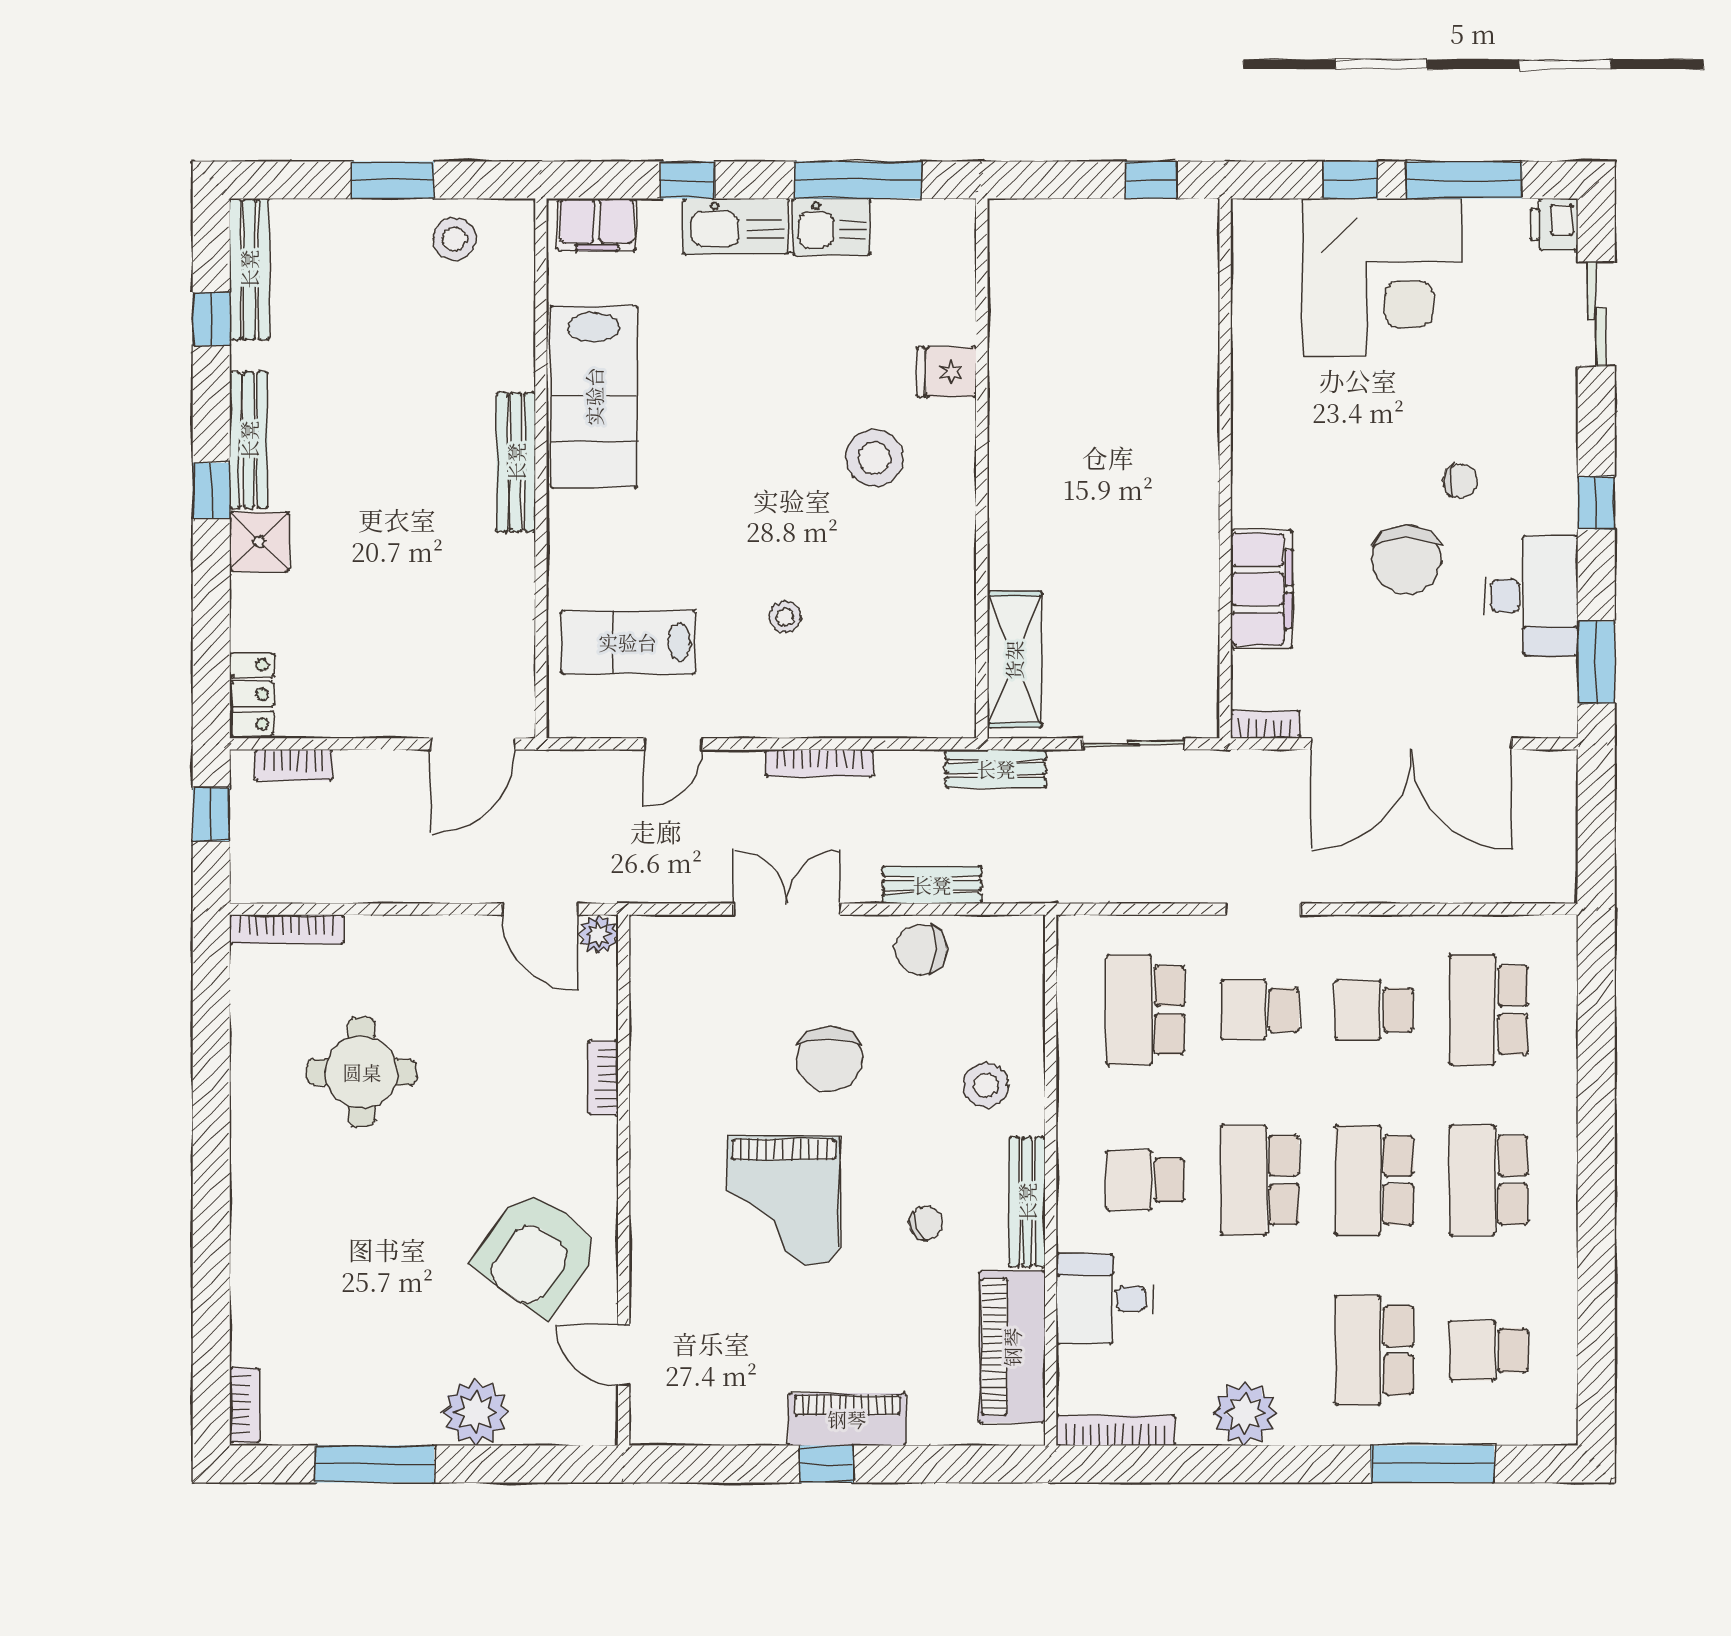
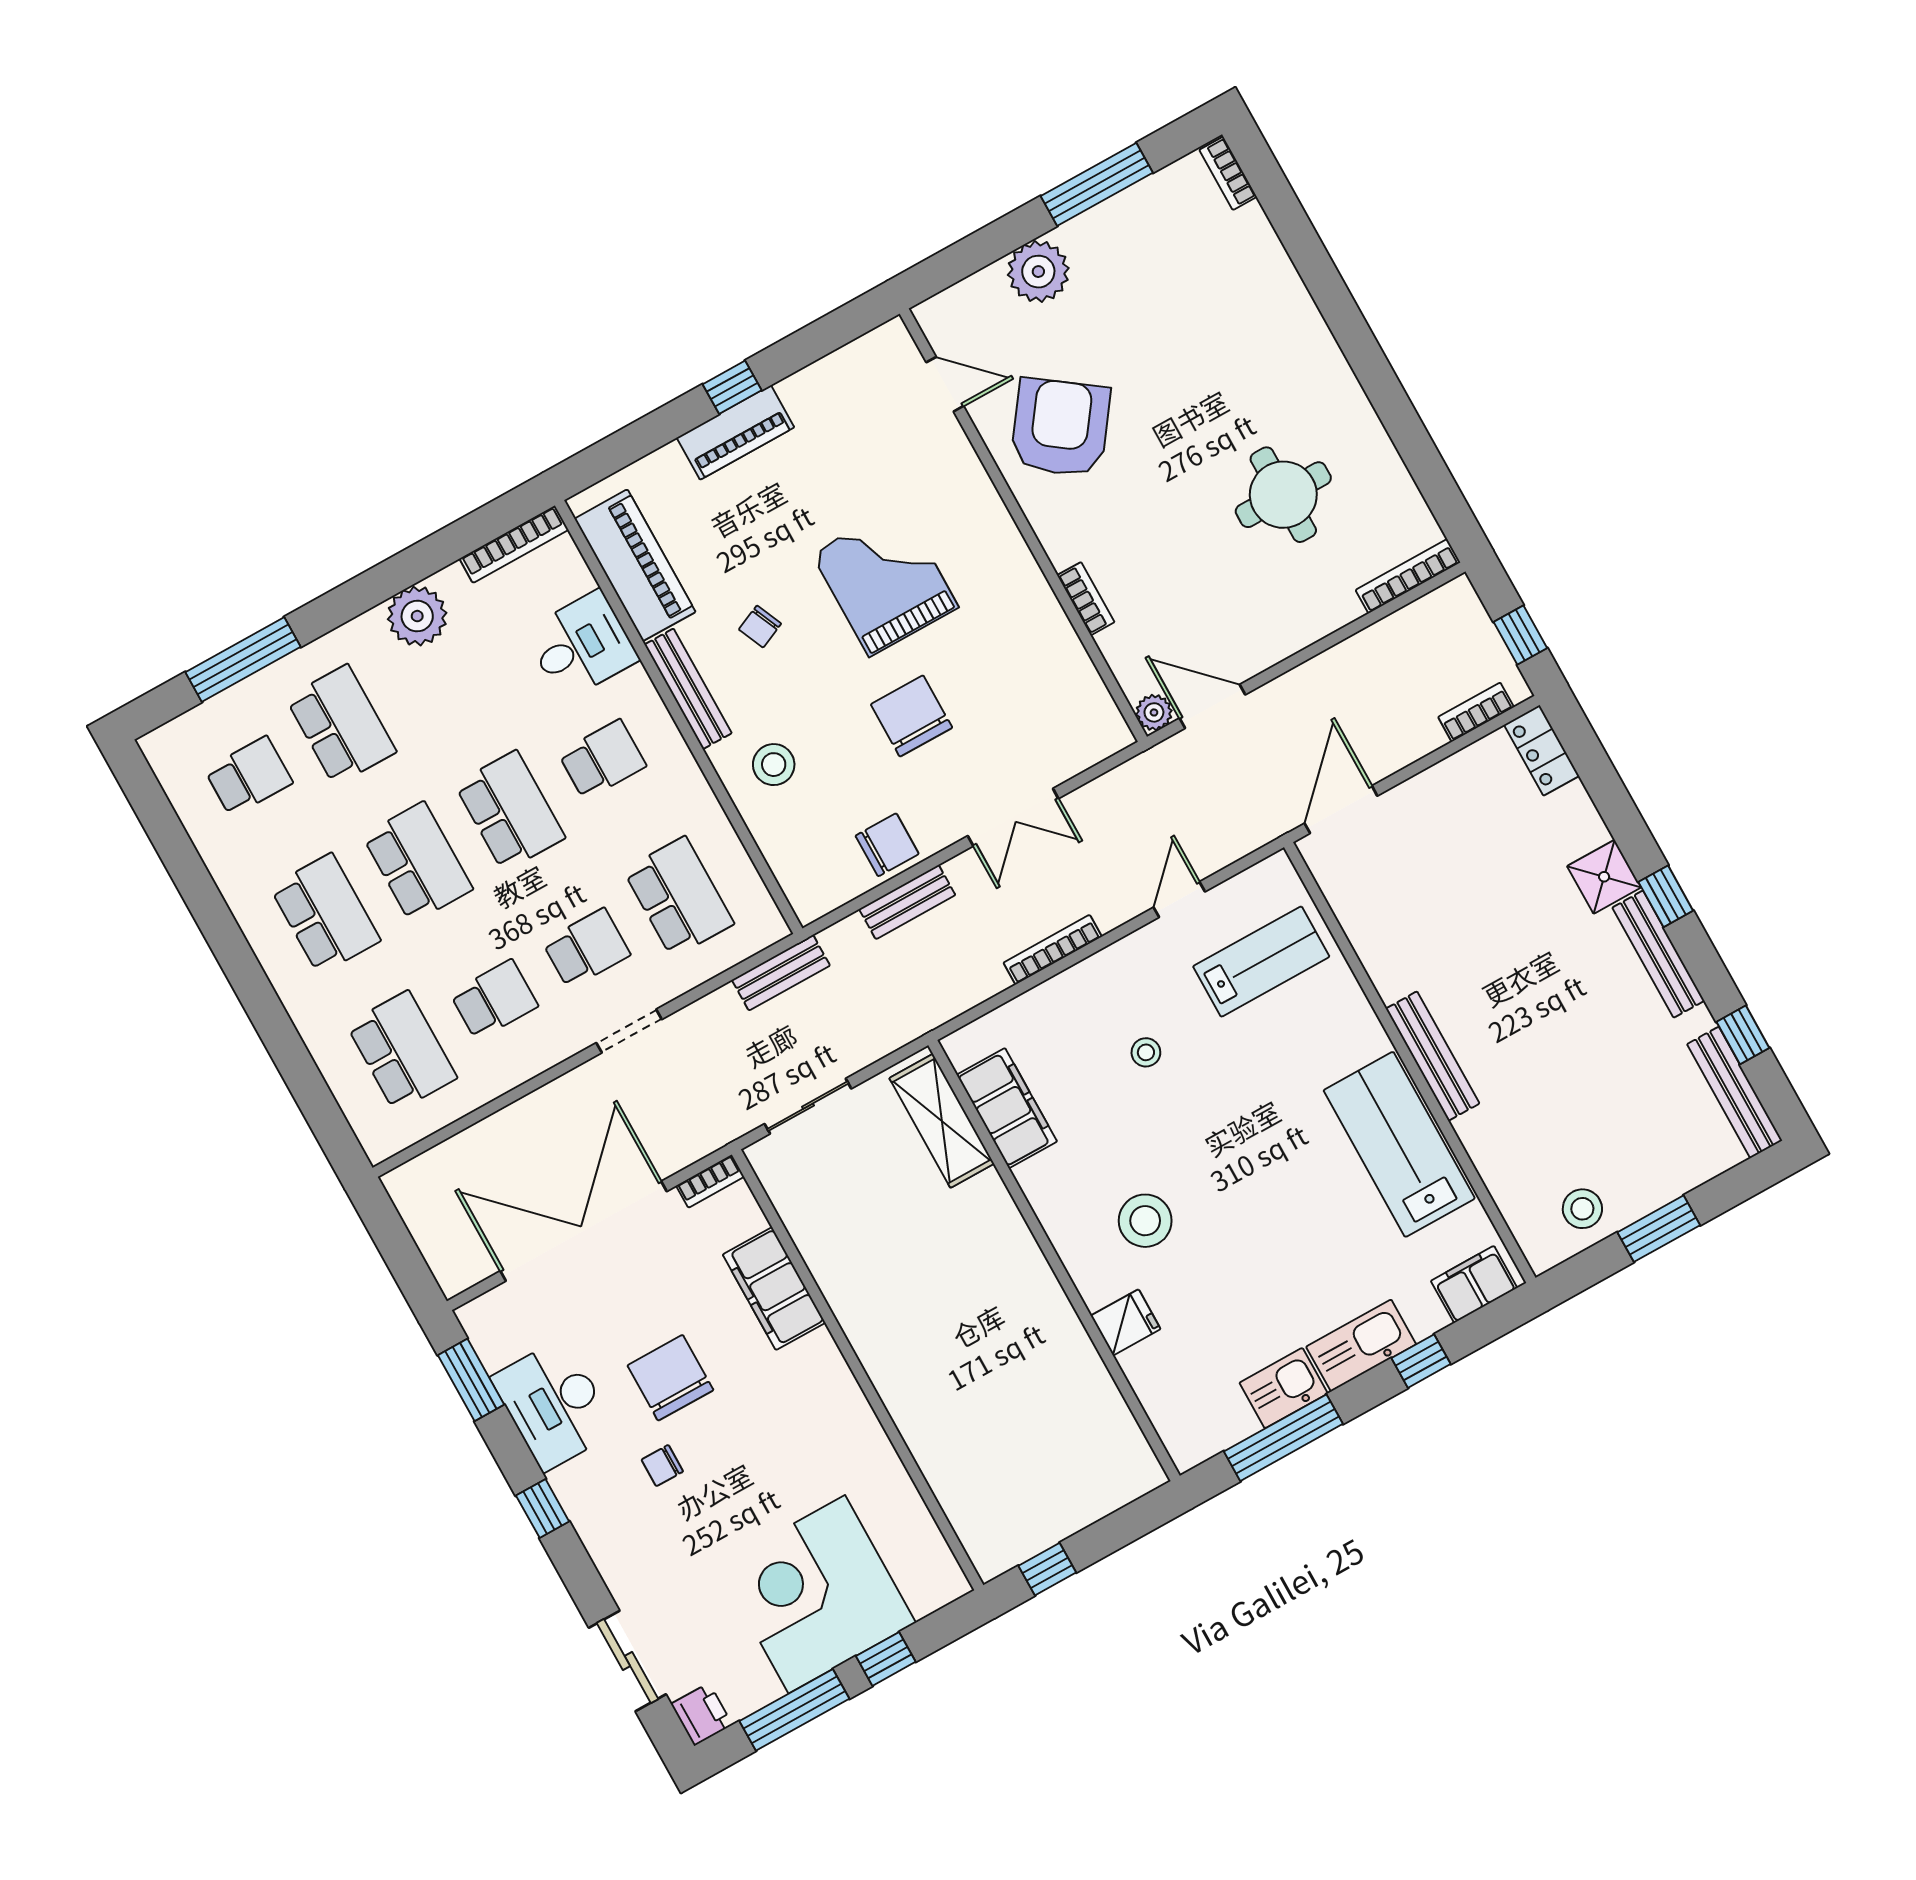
filing cabinet: (946, 637) -> (1007, 1108), added
bench: (996, 769) -> (781, 973), moved

